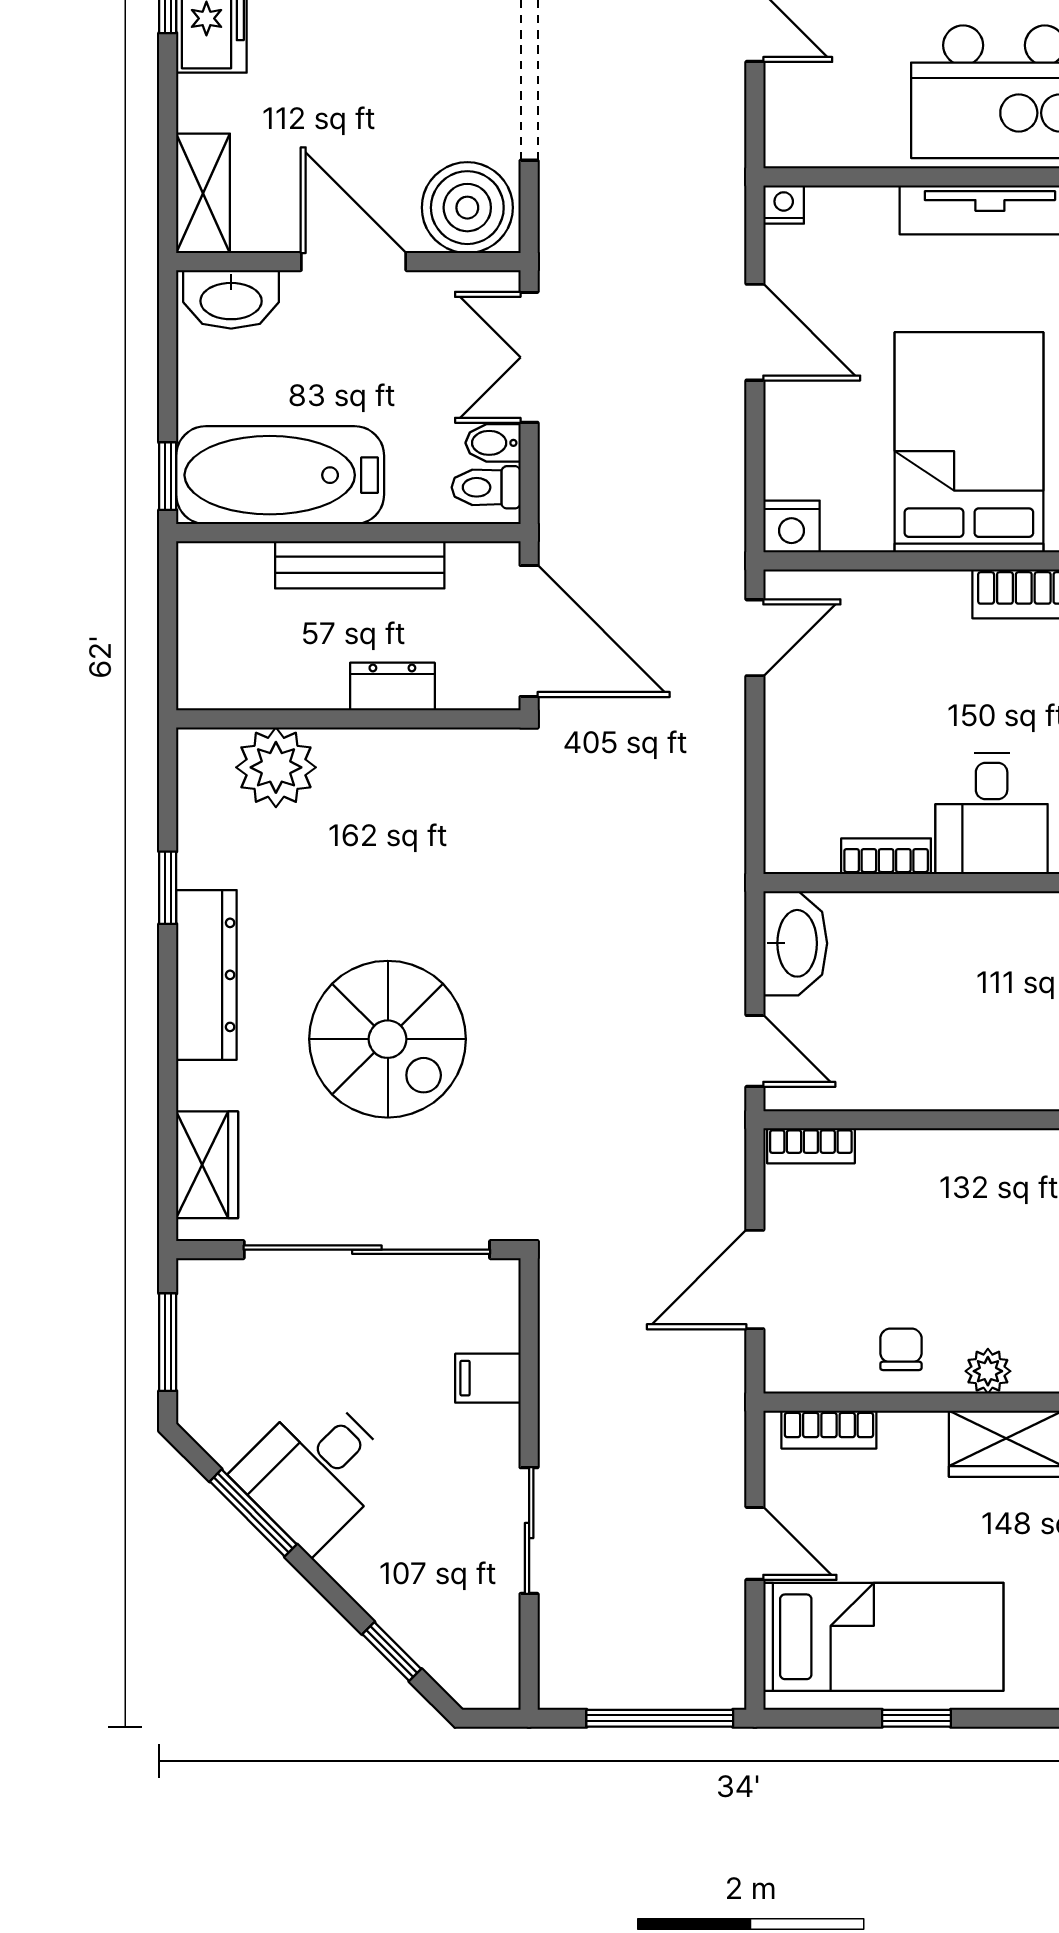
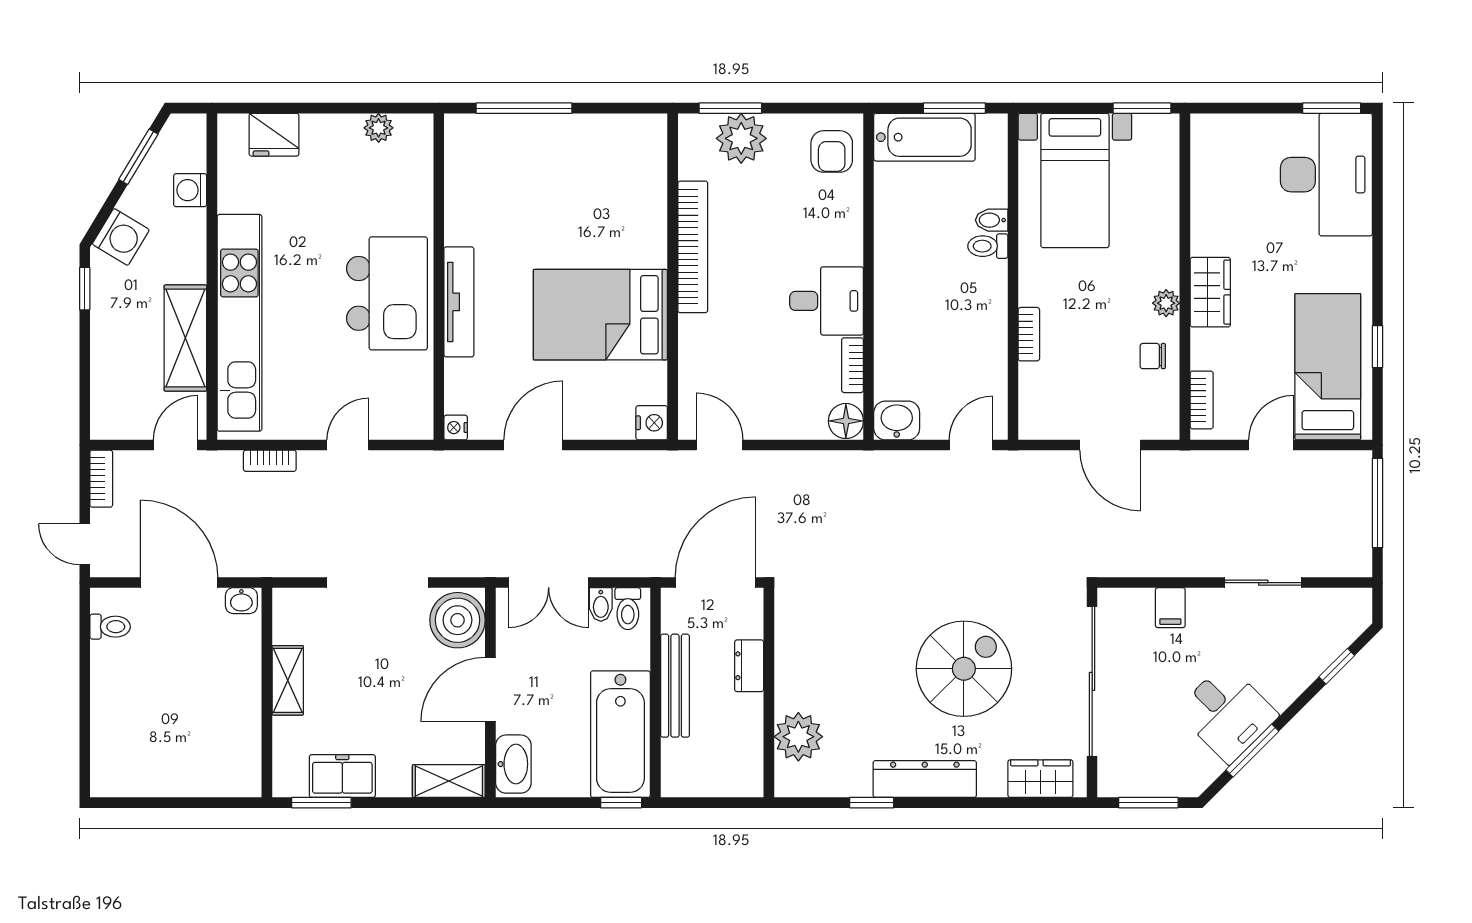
floor lamp: (794, 845) -> (846, 421), added
washbasin: (795, 943) -> (897, 420), width x0.72
bookcase: (811, 1146) -> (1029, 334), moved

